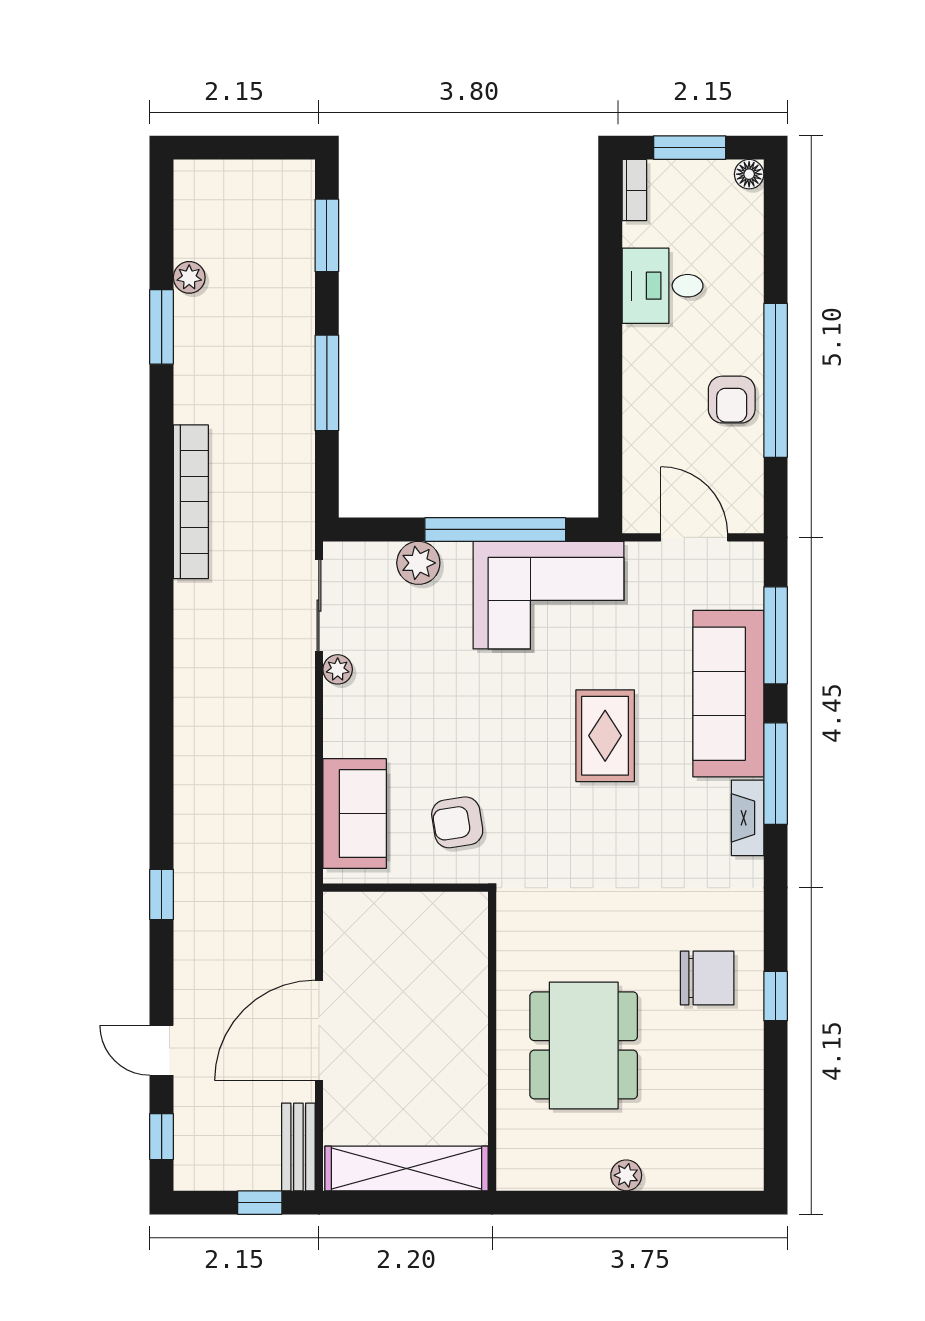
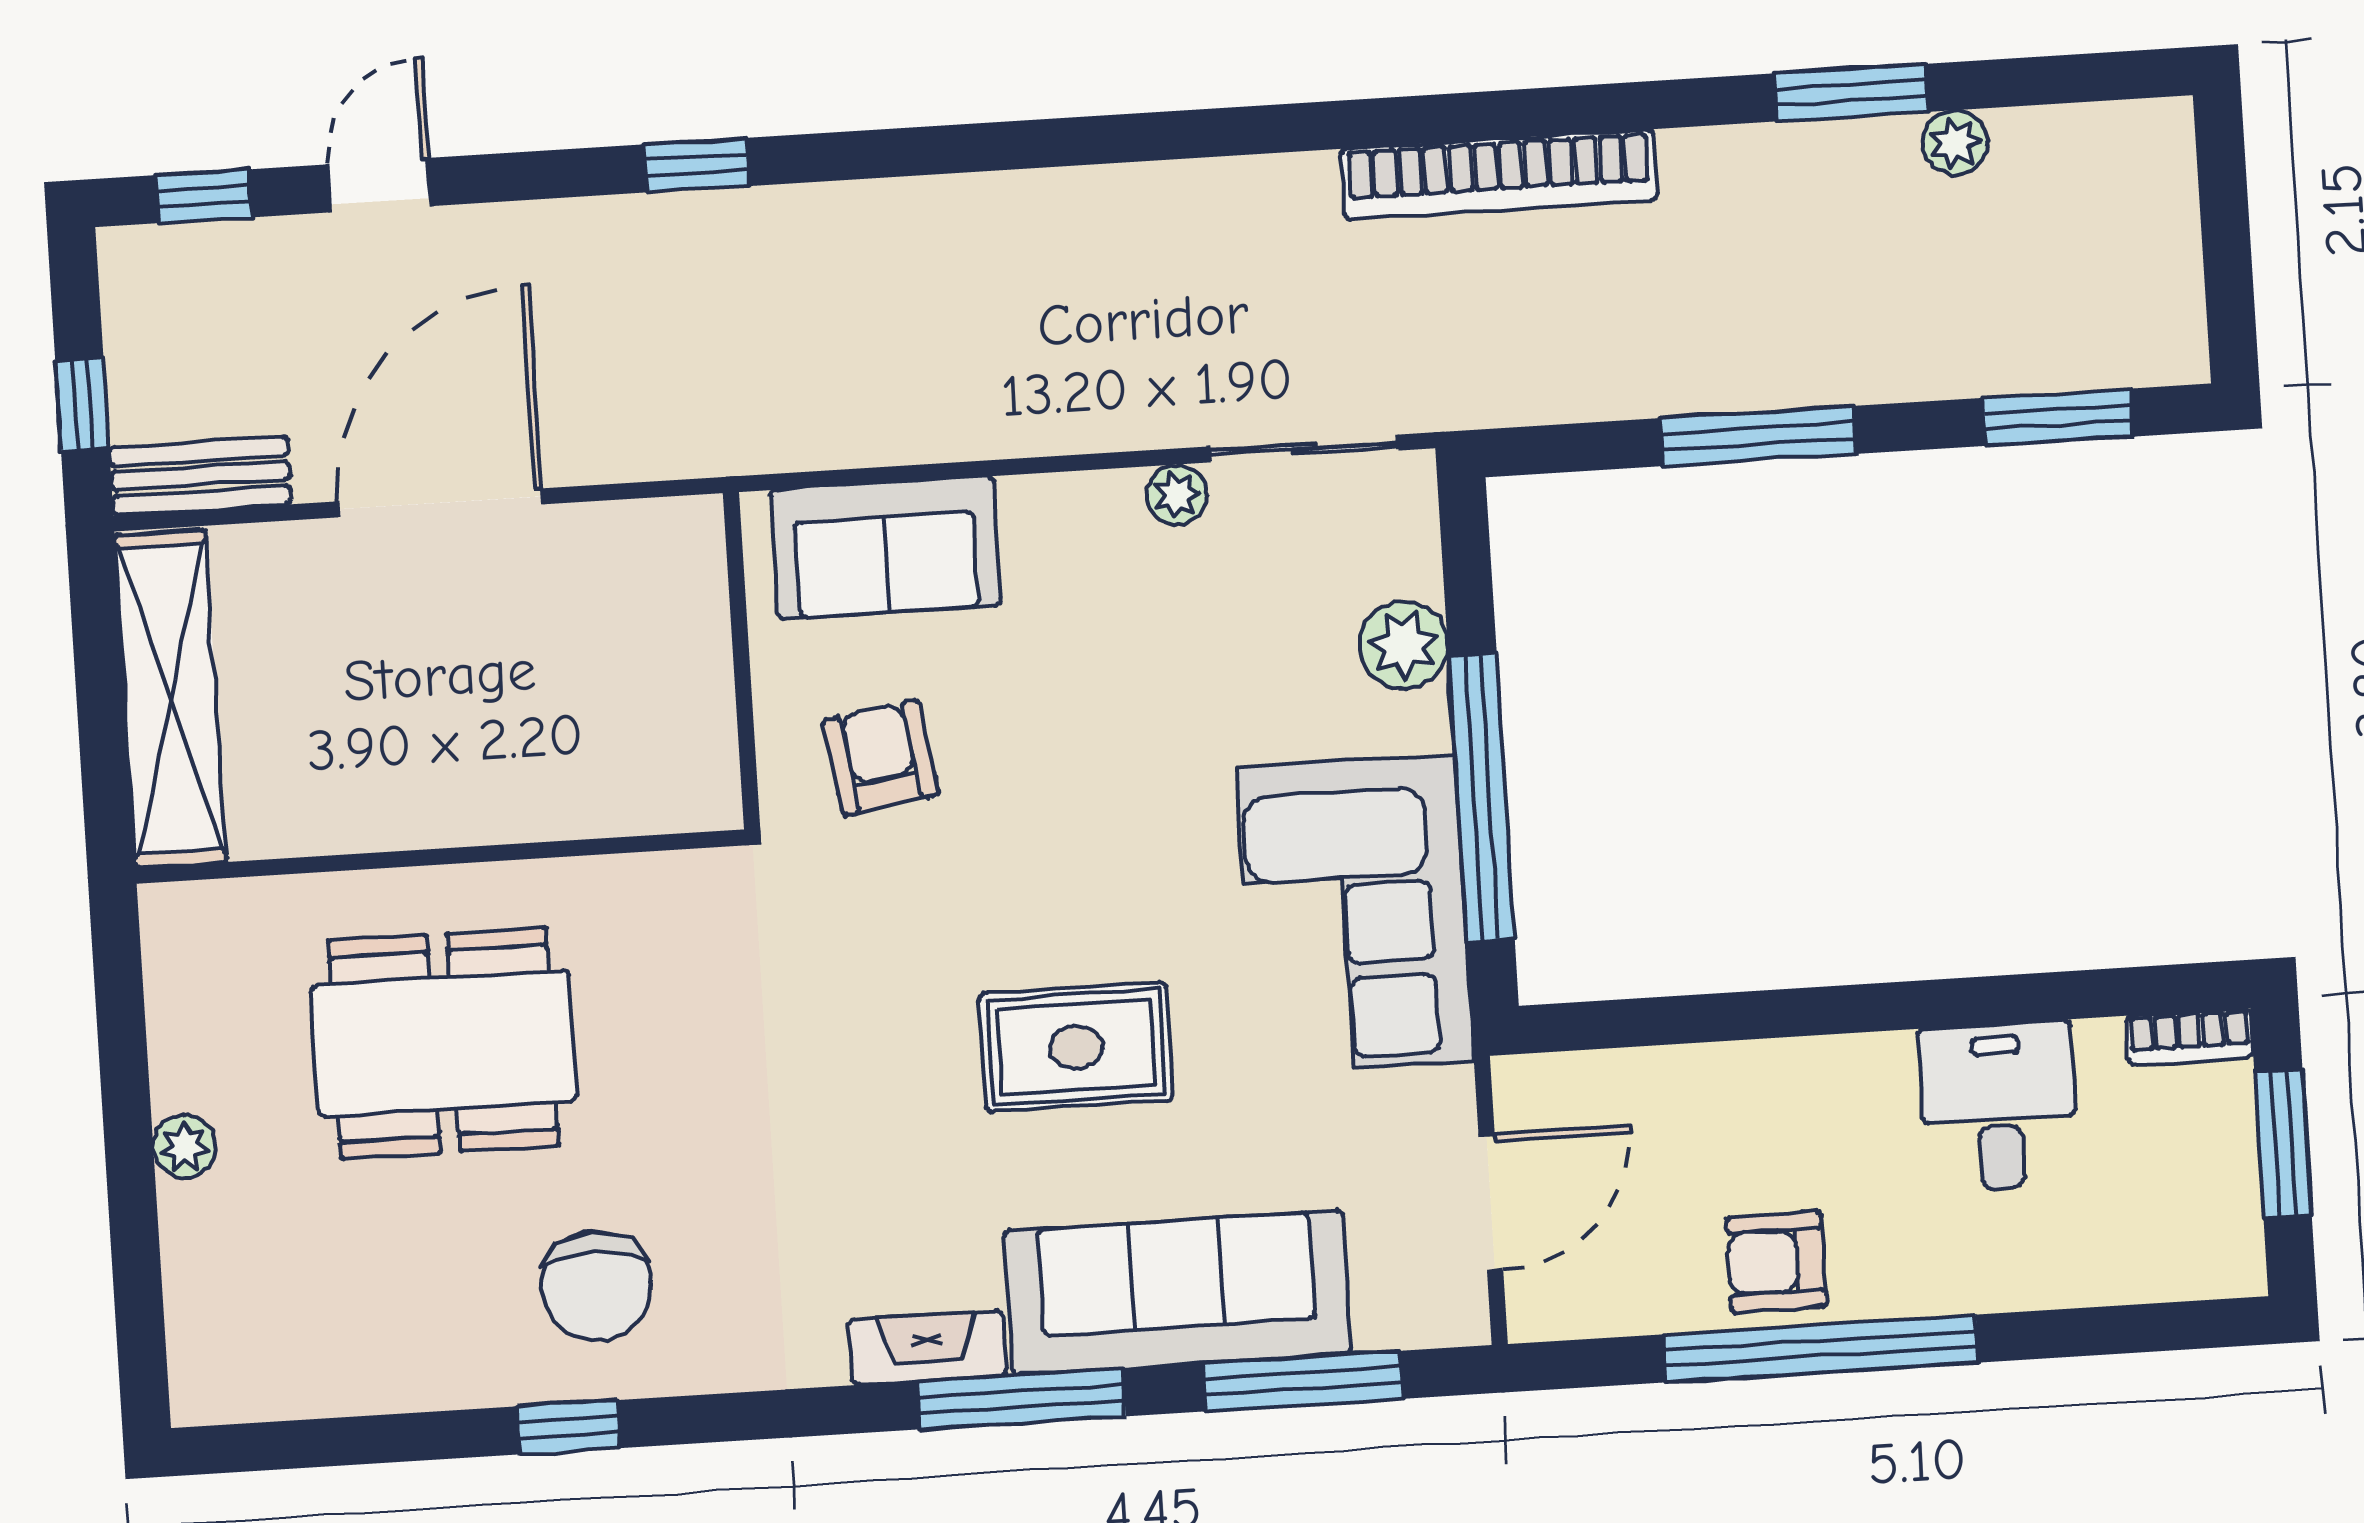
floor lamp: (749, 174) -> (2237, 1268), removed
door: (319, 1030) -> (440, 503), hinge flipped

